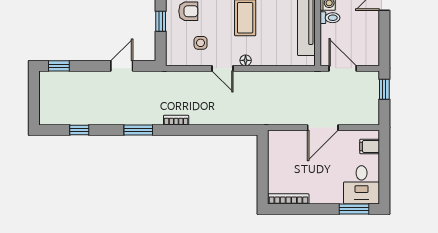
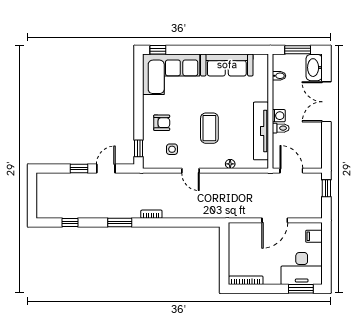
window: (161, 21) -> (138, 148), moved
floor lamp: (246, 60) -> (230, 164), moved
window: (59, 66) -> (79, 169), moved
desk: (362, 185) -> (302, 269), width x1.37

